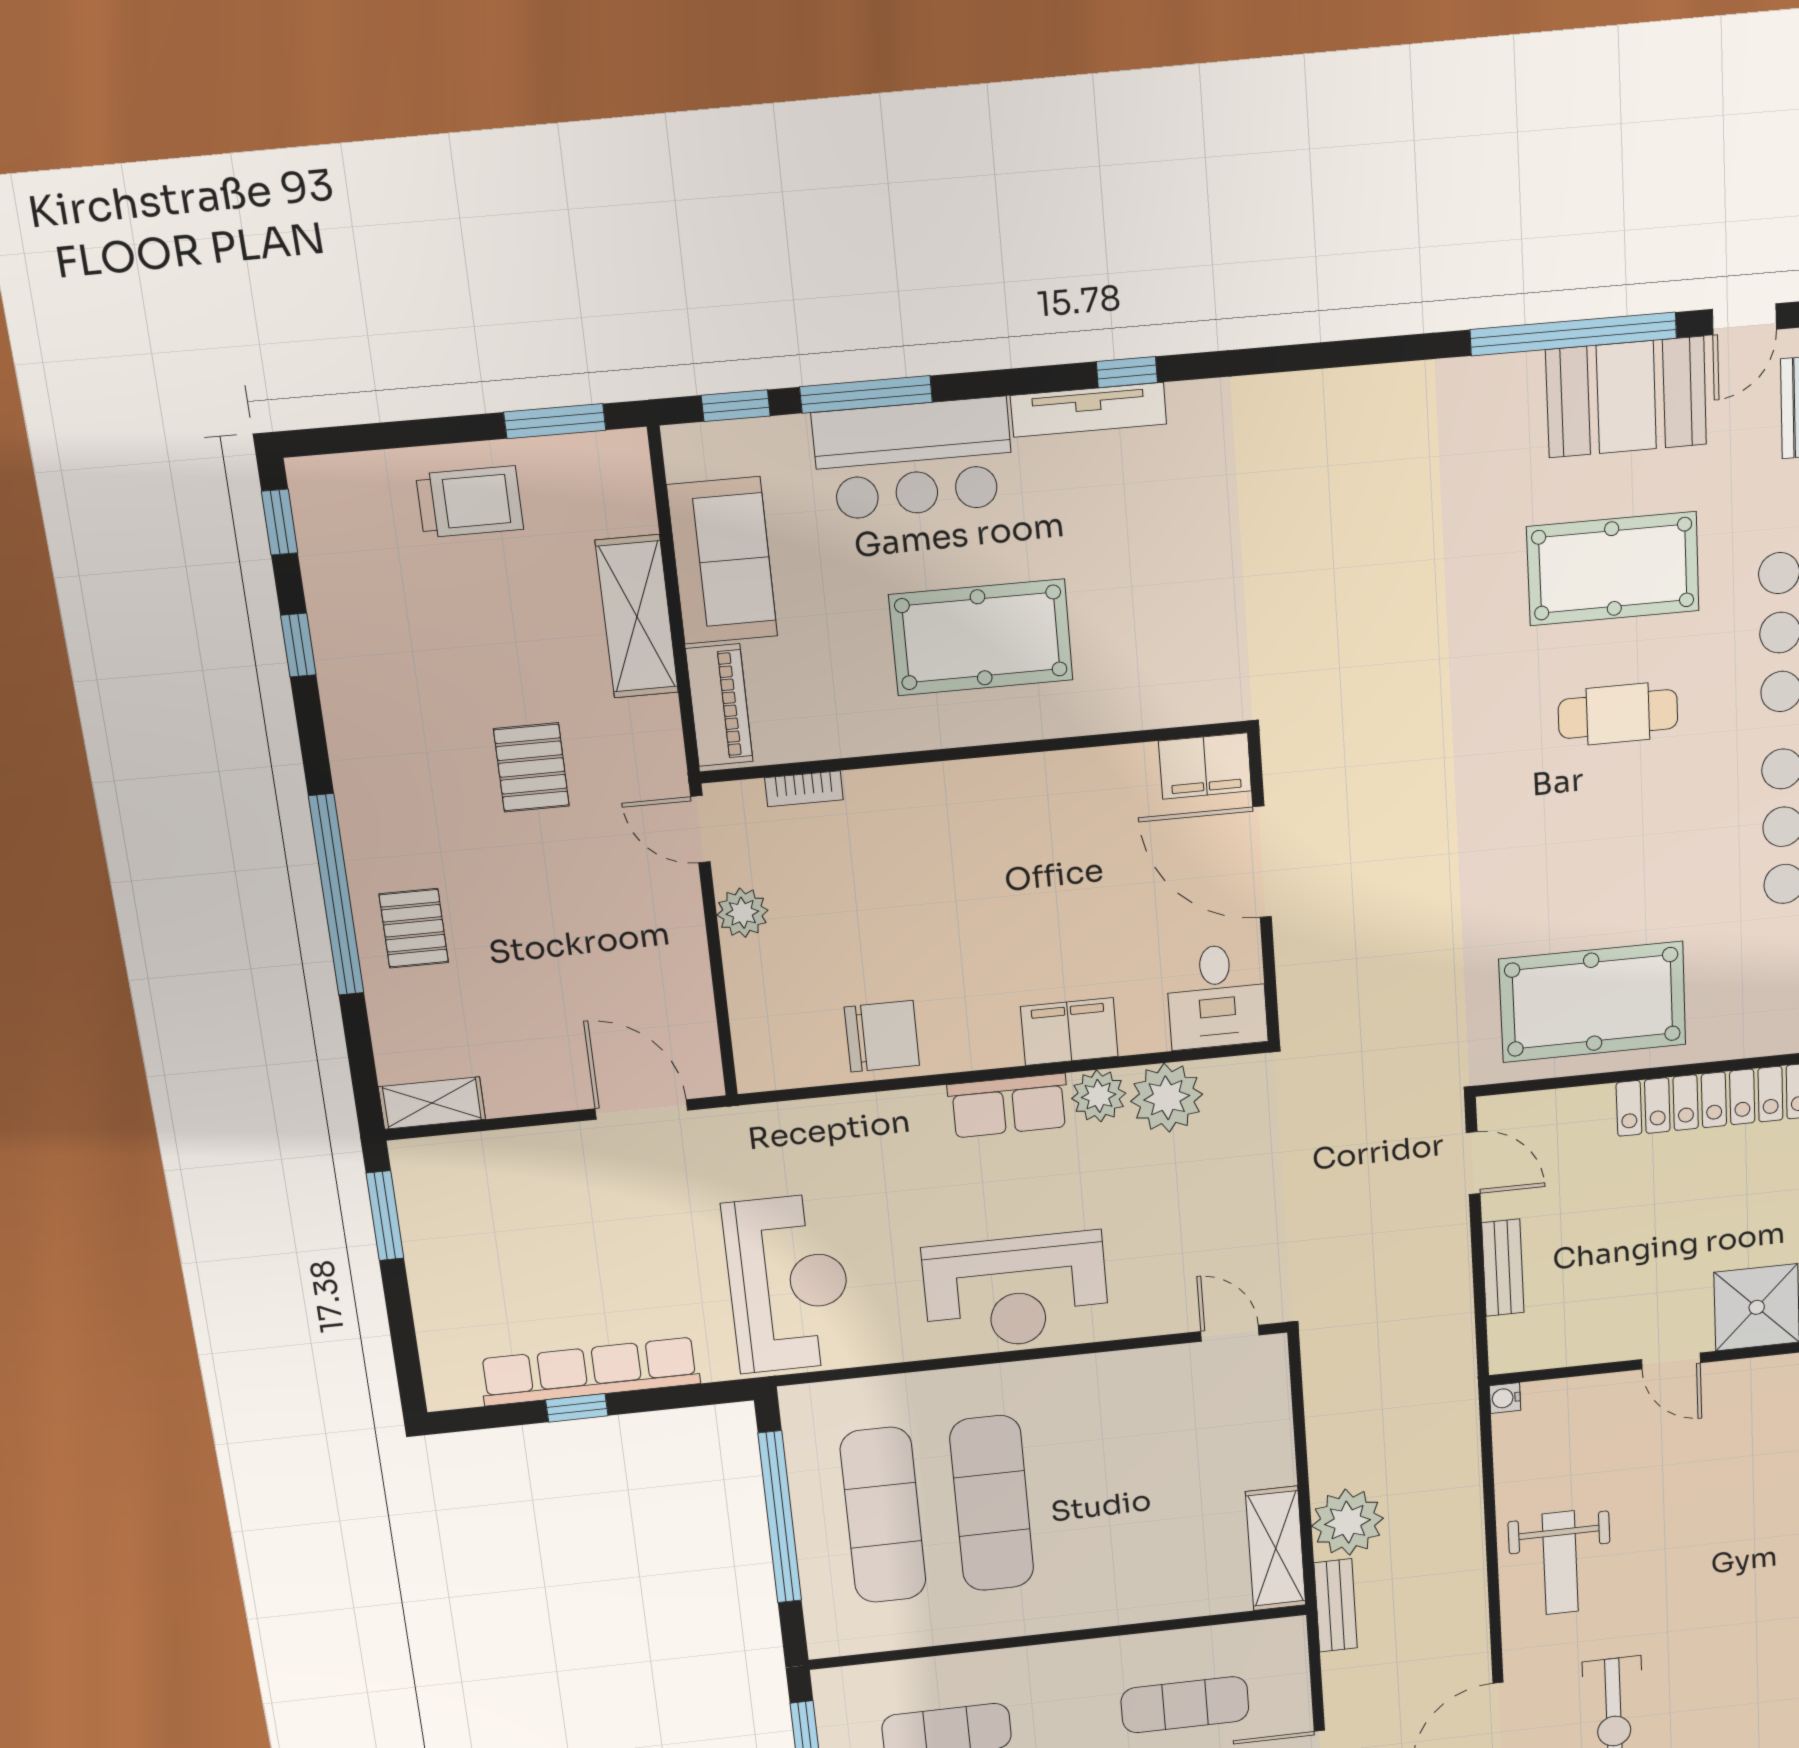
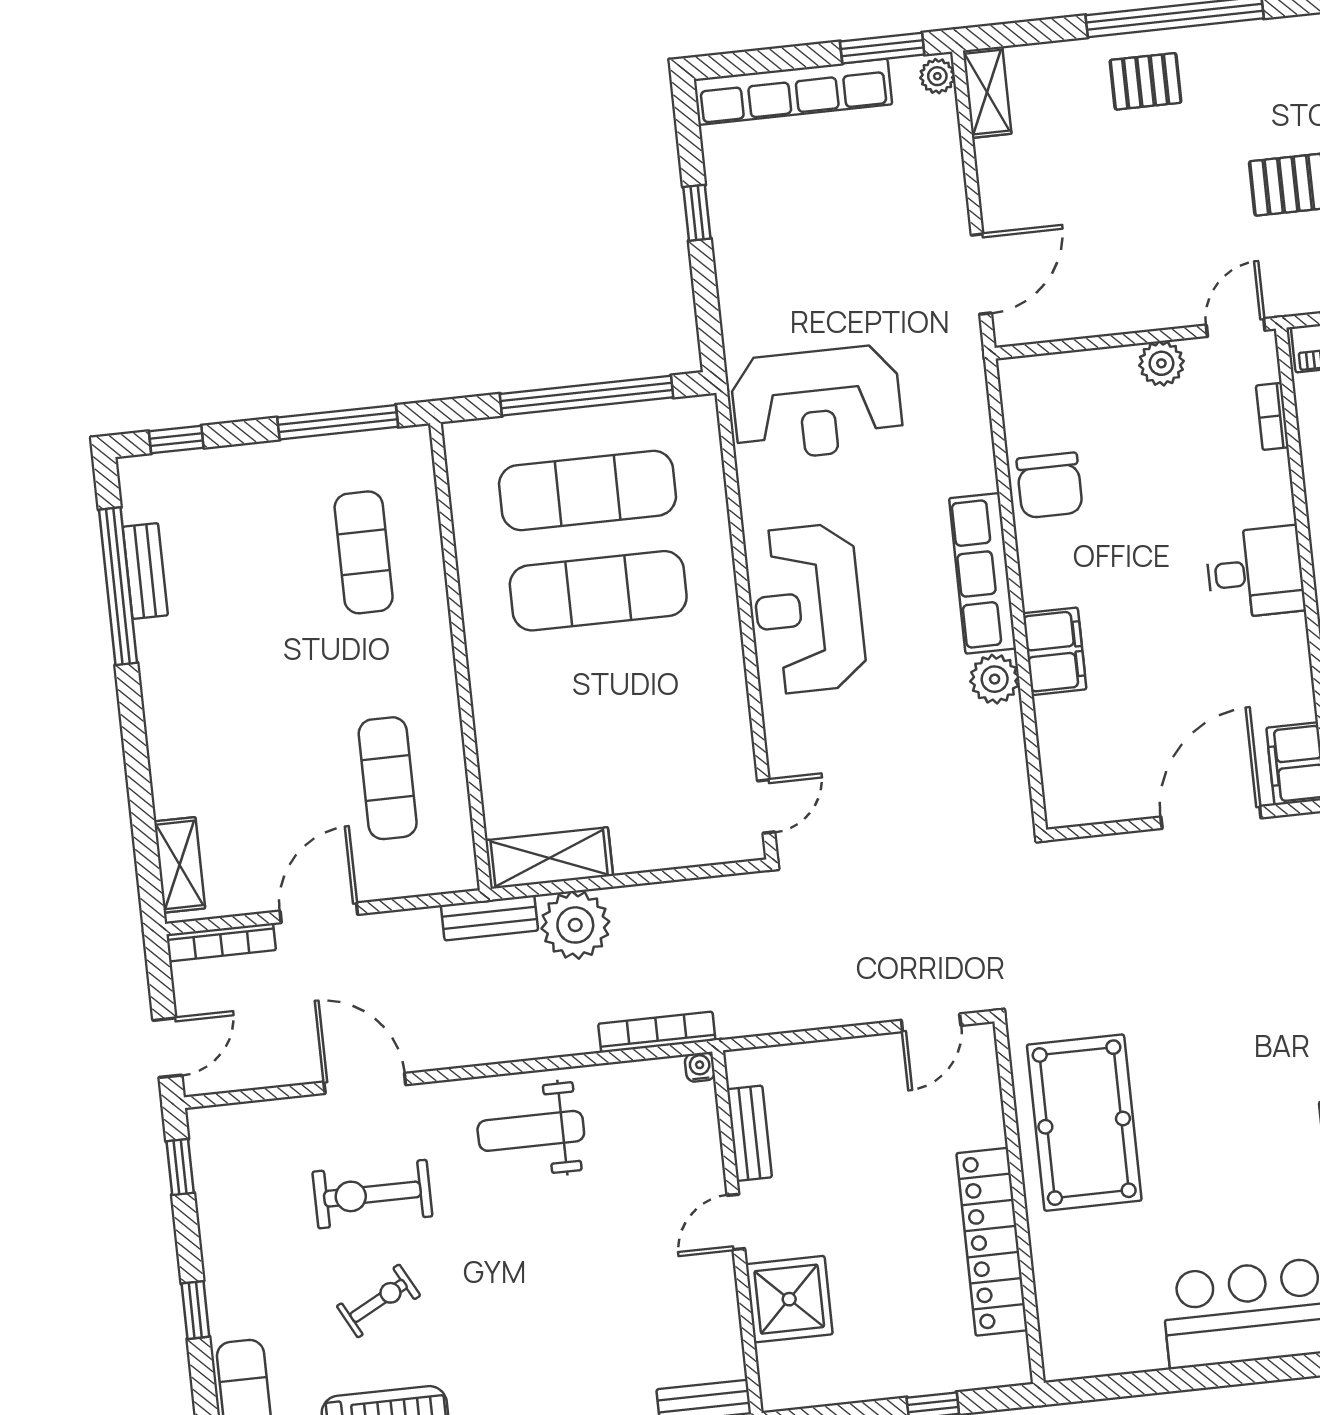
desk: (1217, 996) -> (1255, 572), moved, turned 180
plant: (1167, 1098) -> (937, 76), moved, width x0.53, depth x0.53
row of seats: (1008, 1106) -> (983, 573), width x1.48
bench: (1503, 1268) -> (749, 1133), moved, turned 90
row of seats: (590, 1371) -> (793, 92), moved, turned 90
bookcase: (1465, 1441) -> (657, 1032), added
exercise bike: (1722, 1704) -> (379, 1301), added

